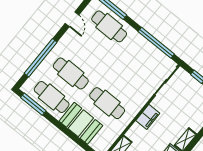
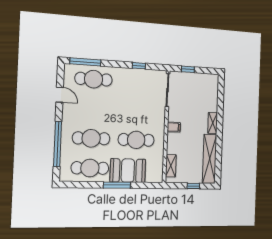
window: (156, 43) -> (139, 66), width x0.32
window: (33, 104) -> (117, 185), moved
filing cabinet: (148, 117) -> (174, 127), width x0.50

